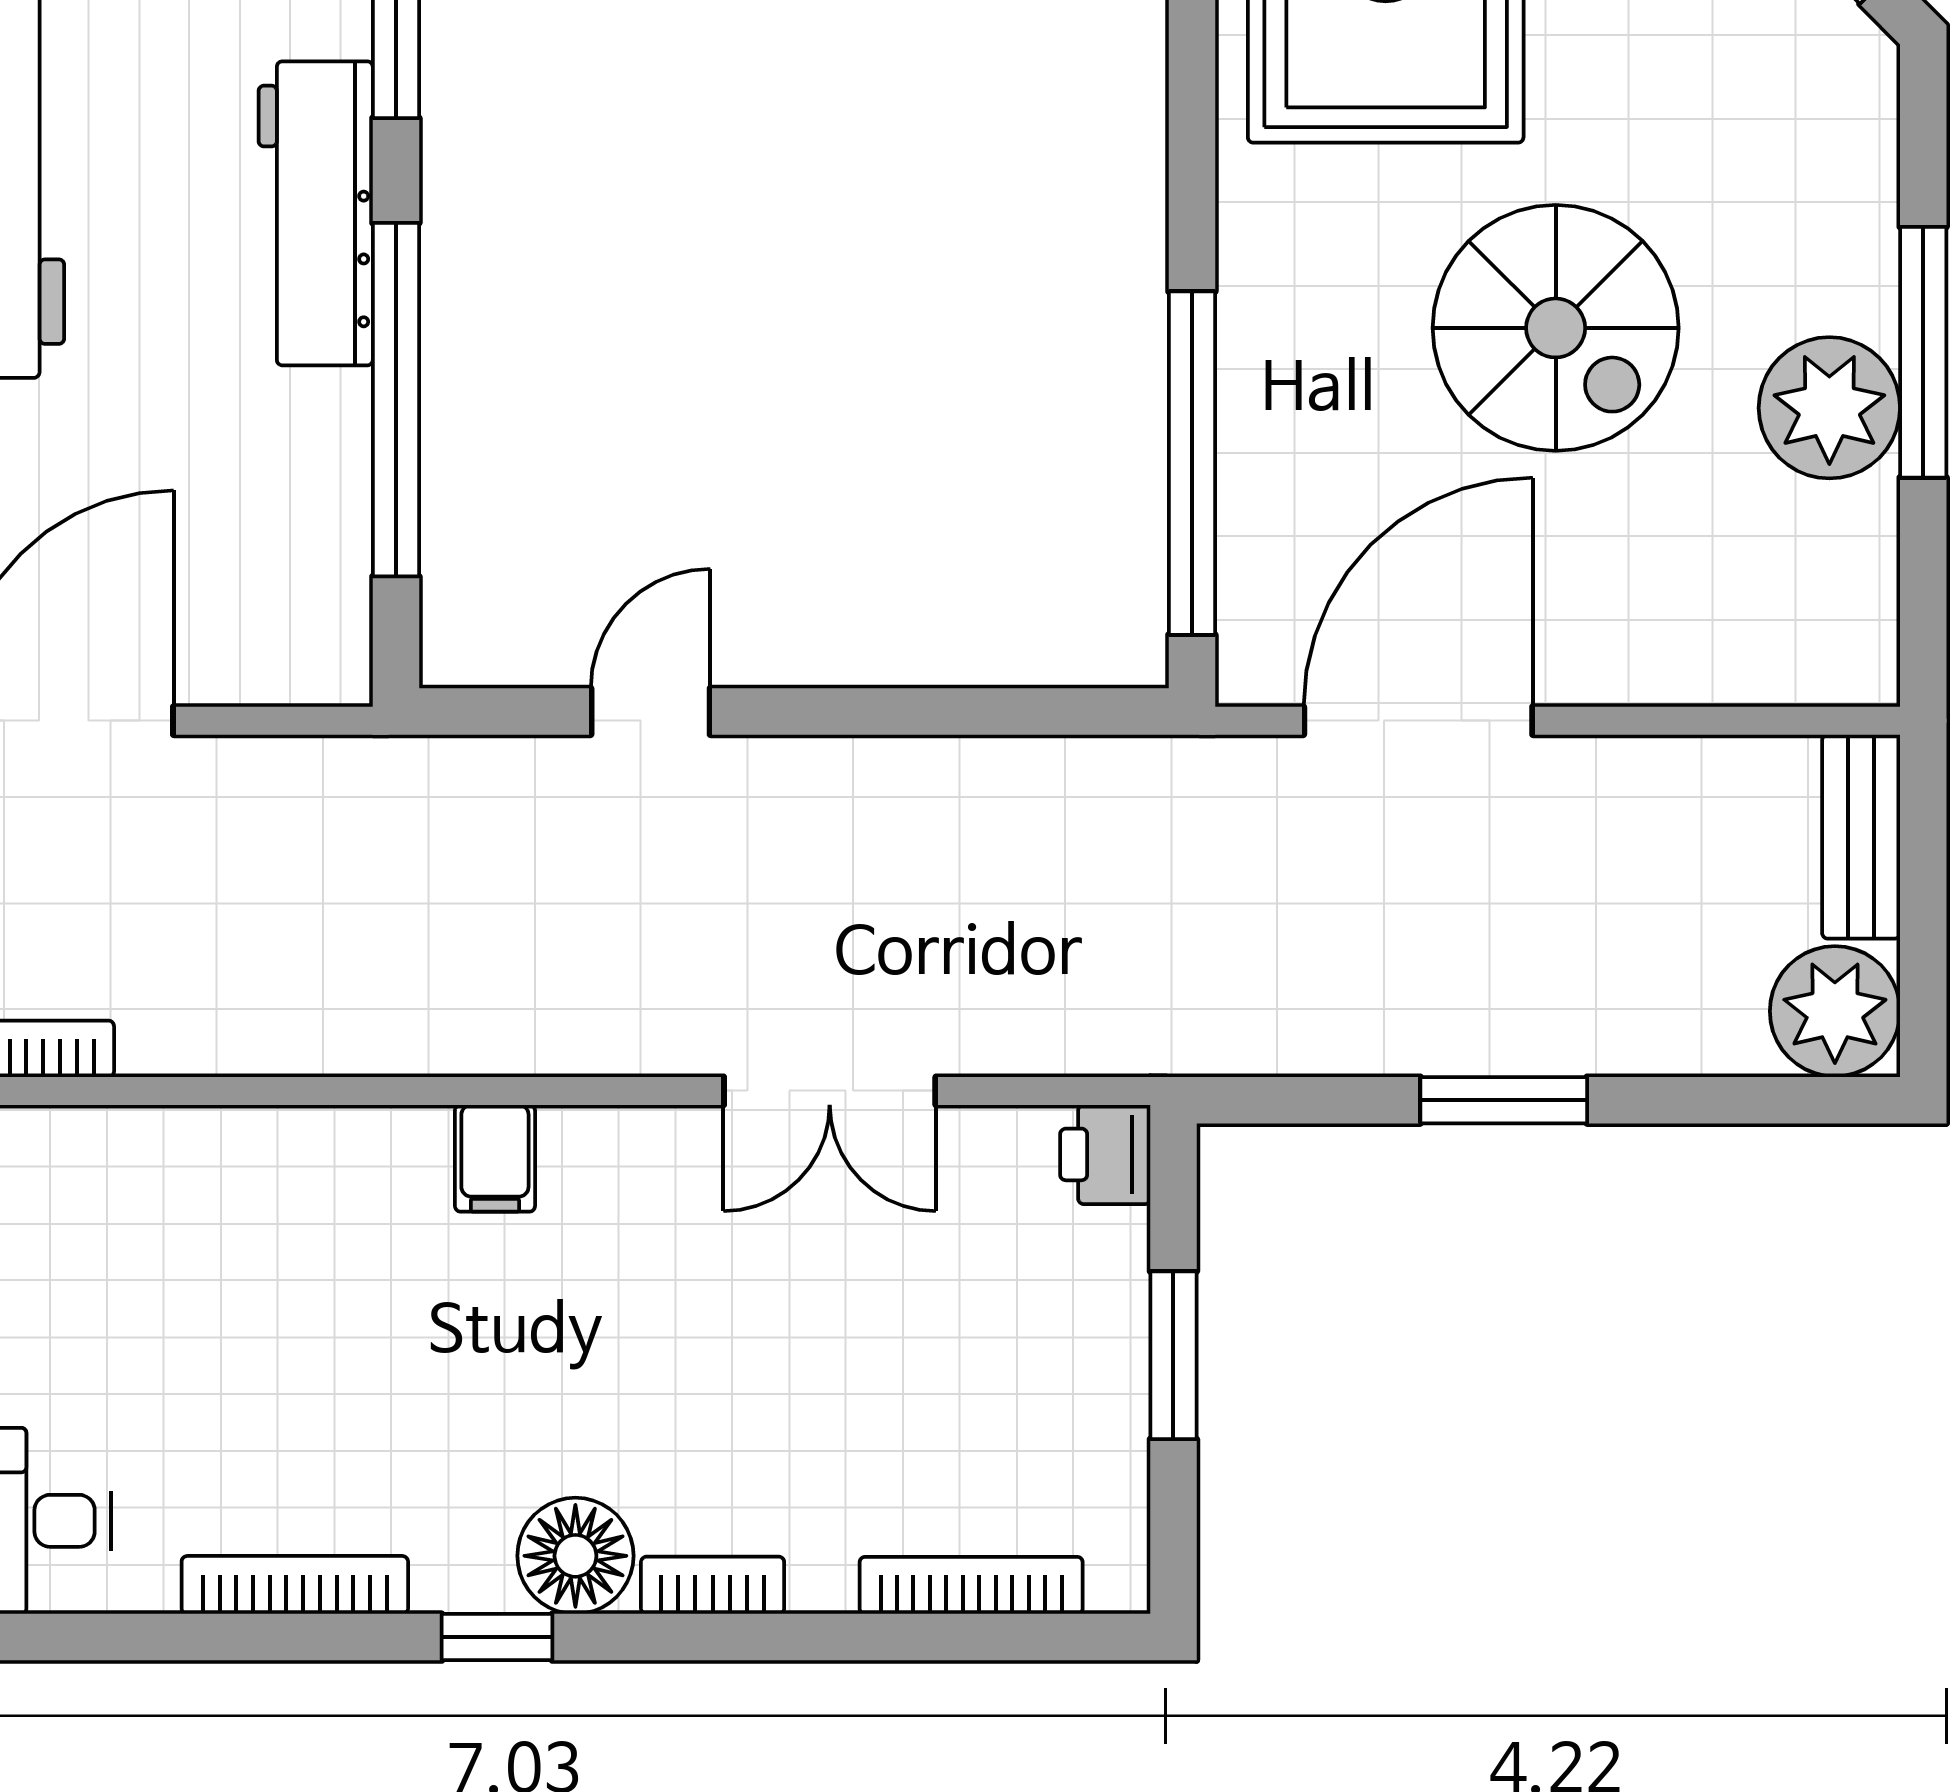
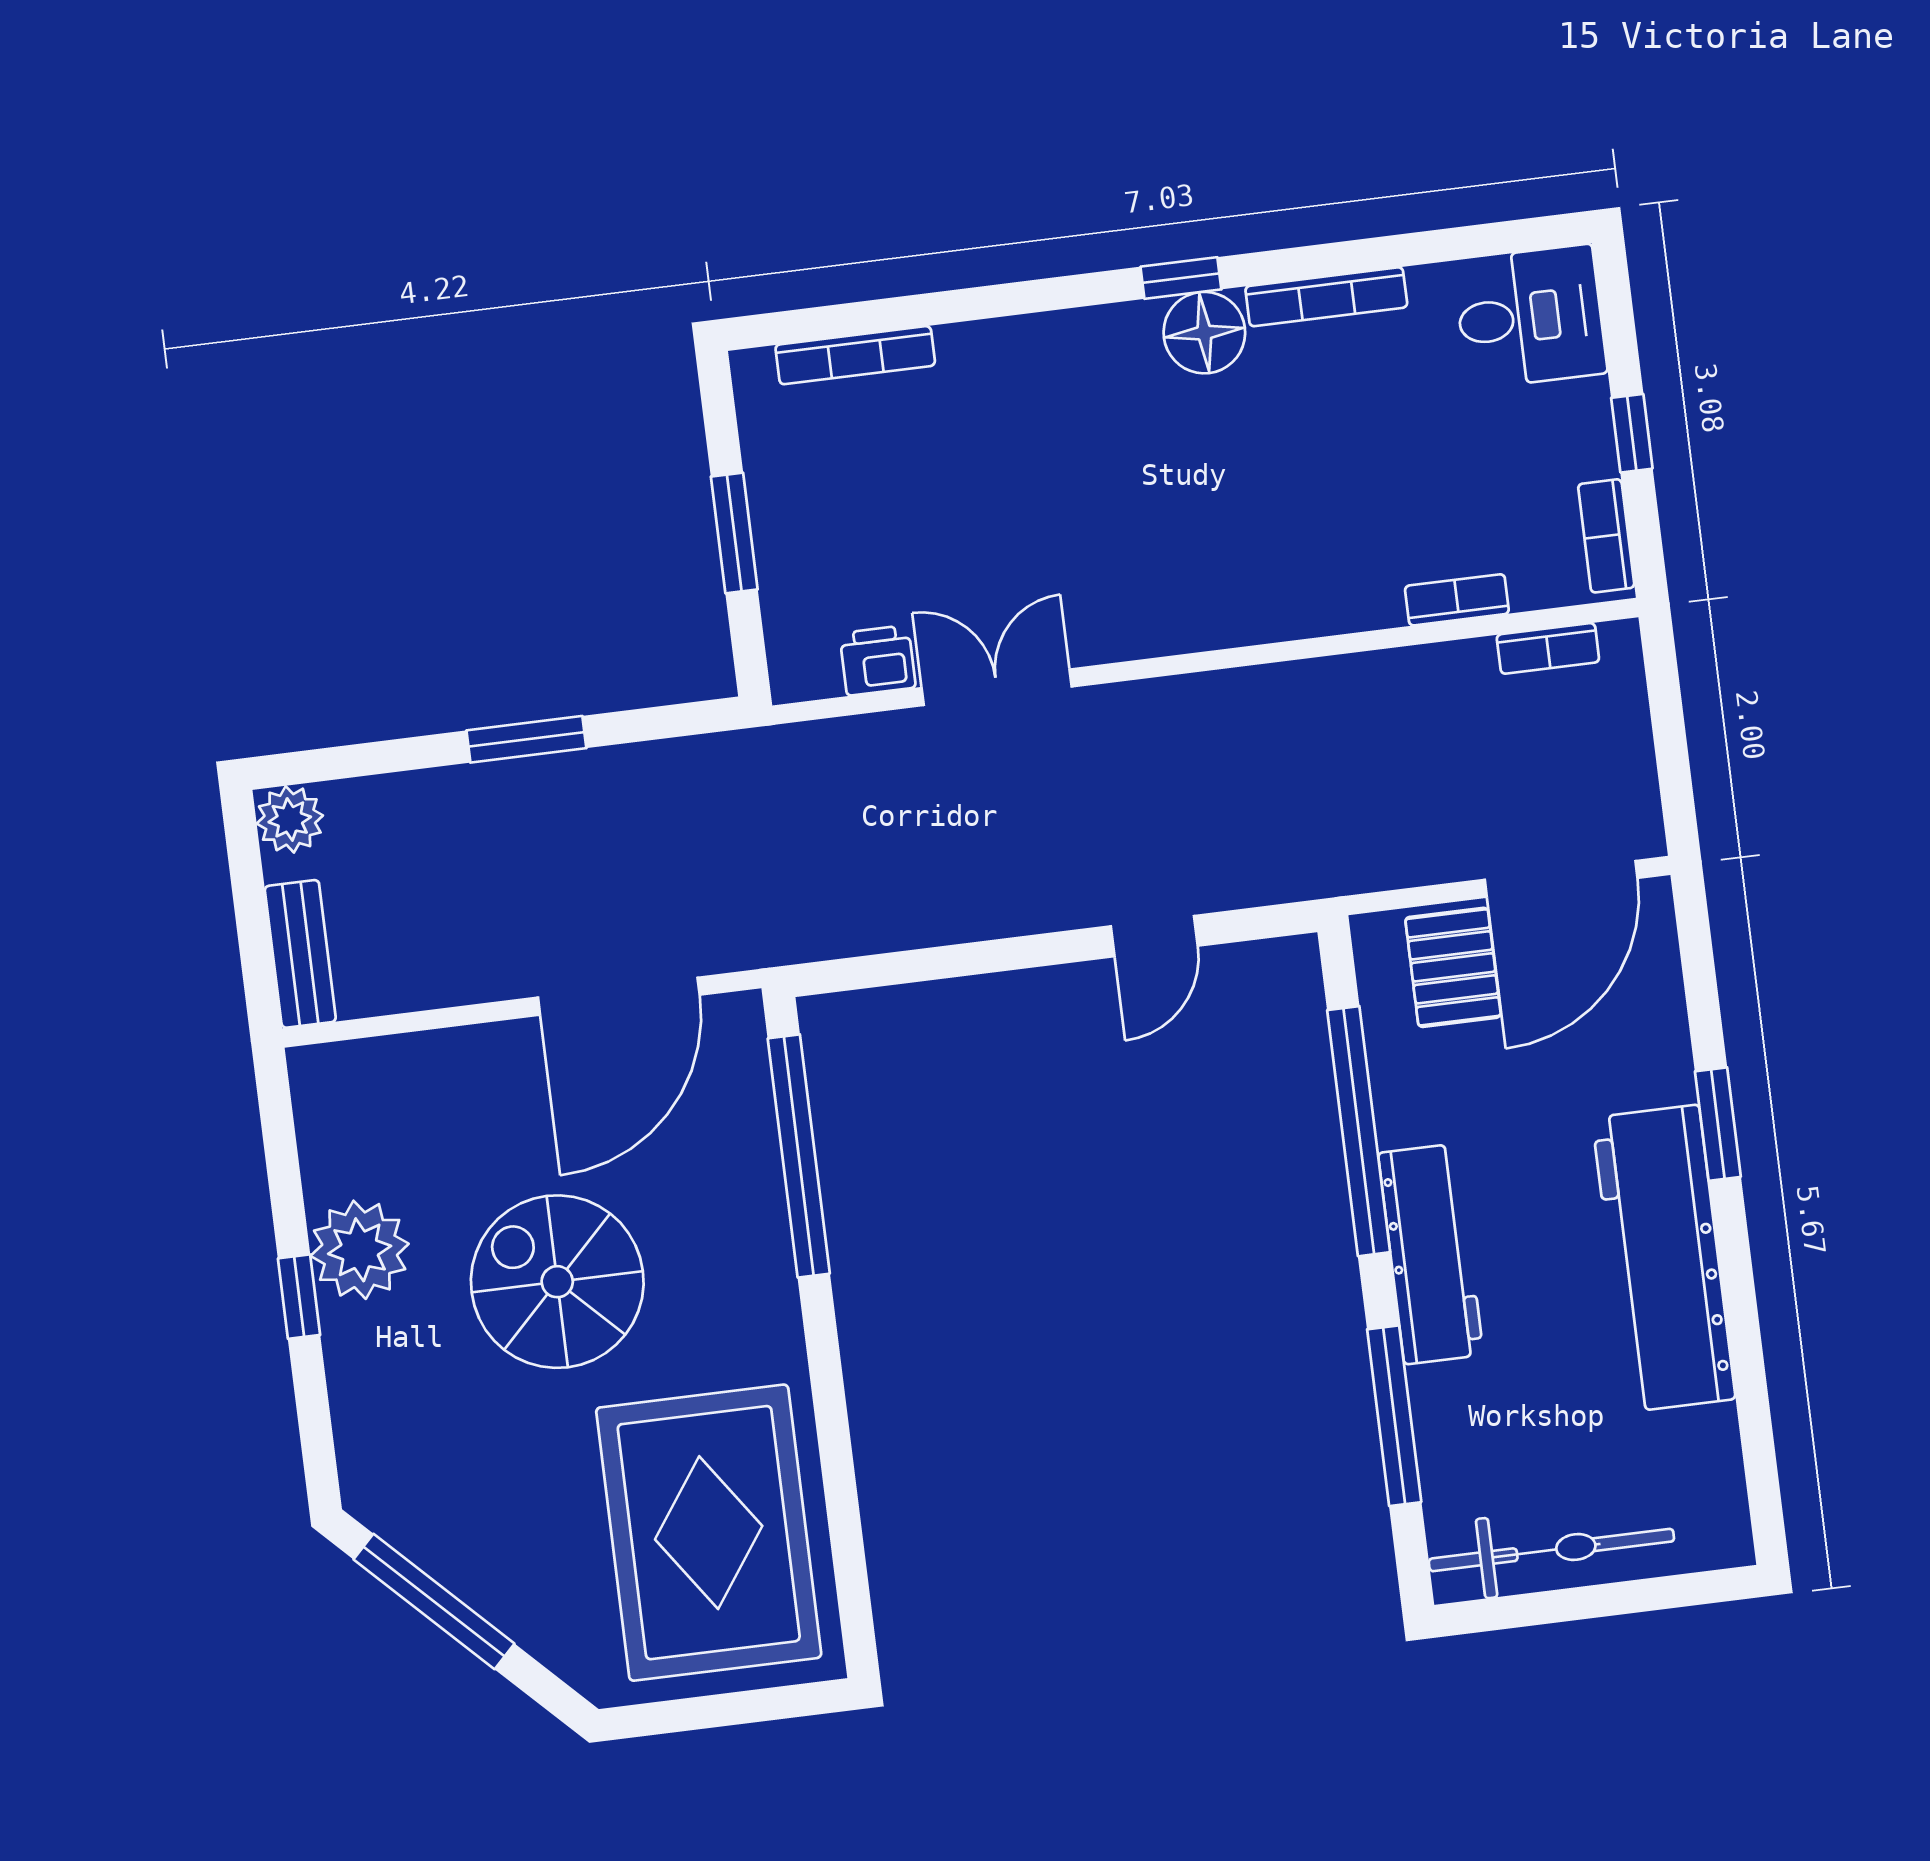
window: (1923, 352) -> (299, 1297), width x0.46
pallet: (234, 615) -> (1453, 967), added
plant: (1835, 1011) -> (290, 819), width x0.73, depth x0.73
printer: (1105, 1154) -> (878, 660), moved, turned -90
filing cabinet: (495, 1158) -> (1224, 611), removed
floor lamp: (575, 1556) -> (1204, 333), moved
bookcase: (713, 1585) -> (1457, 600), moved, turned 180

